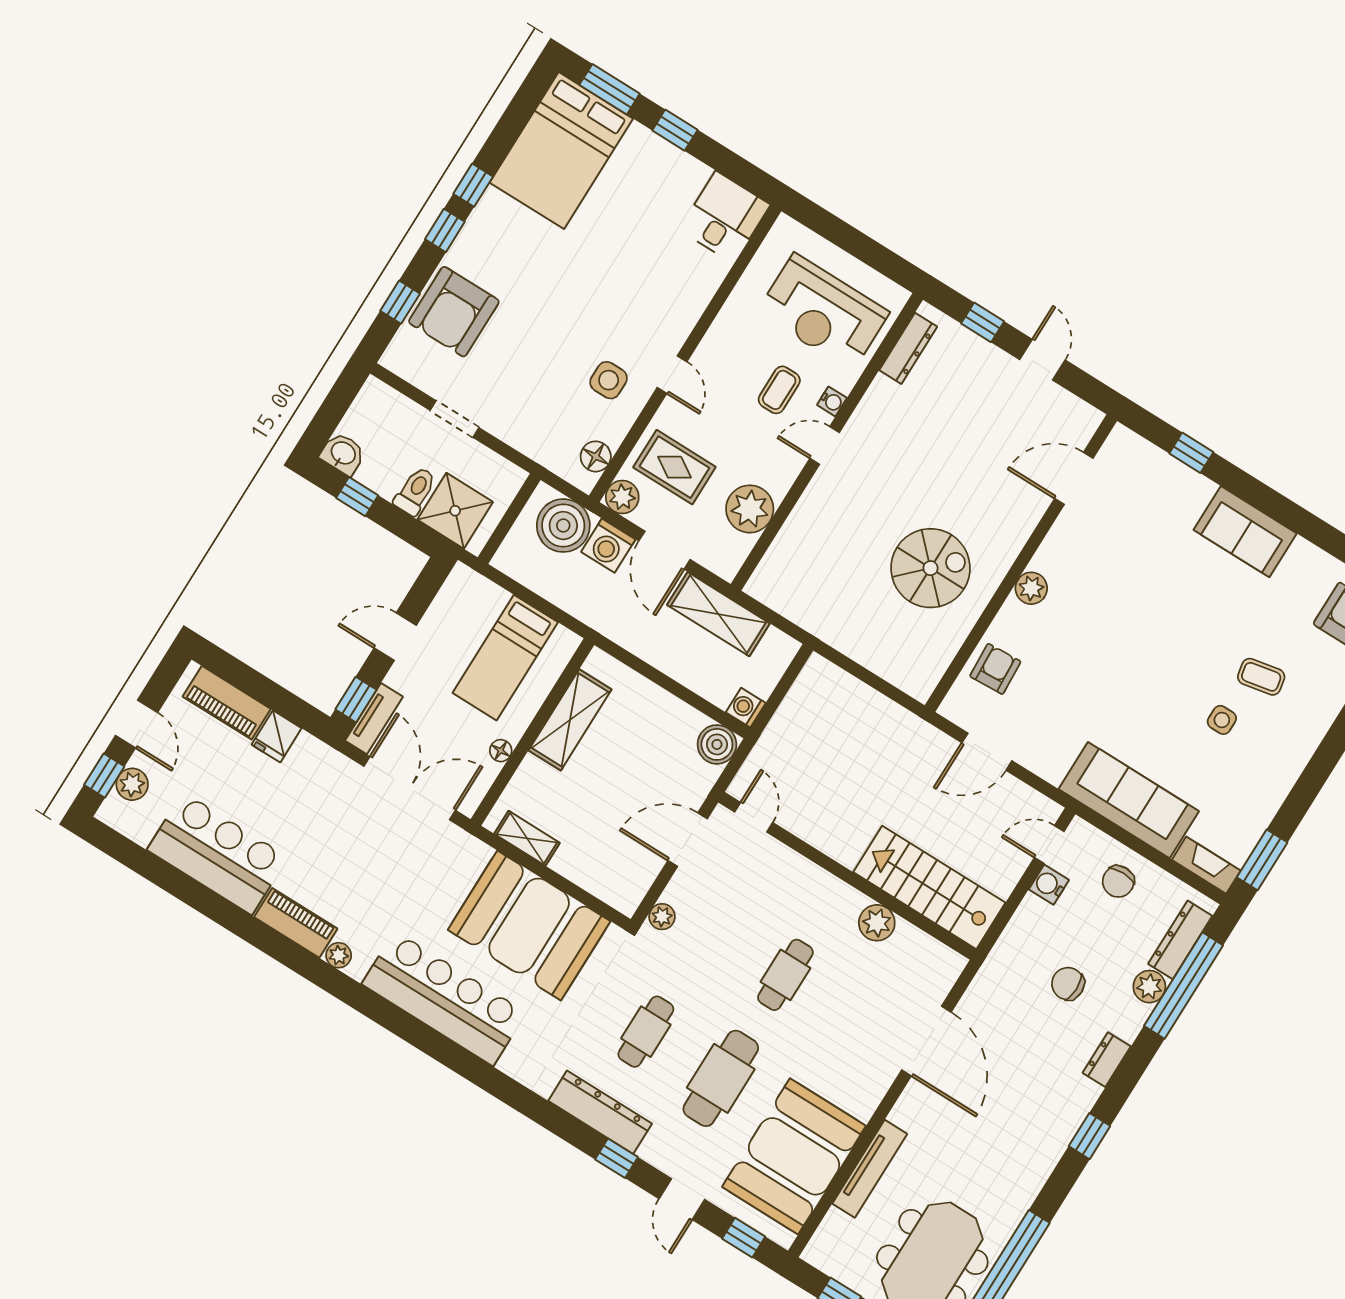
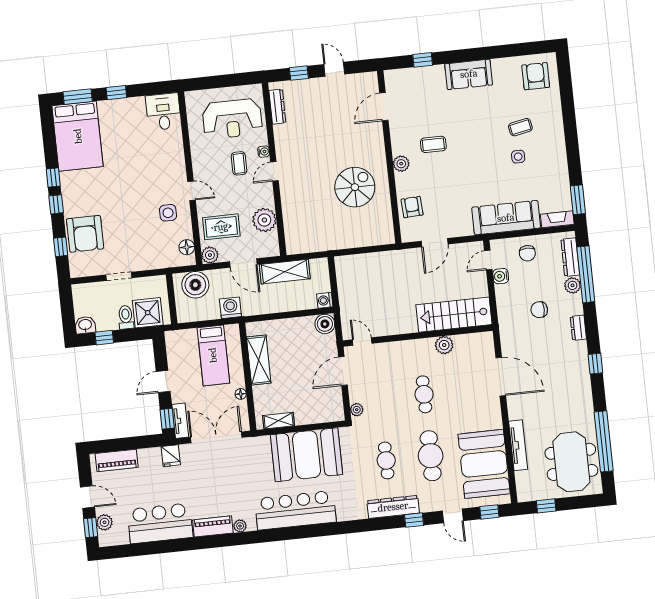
washing machine: (608, 546) -> (230, 308), moved, turned 180
coffee table: (1105, 597) -> (433, 144), added
fridge: (277, 736) -> (171, 456), moved

